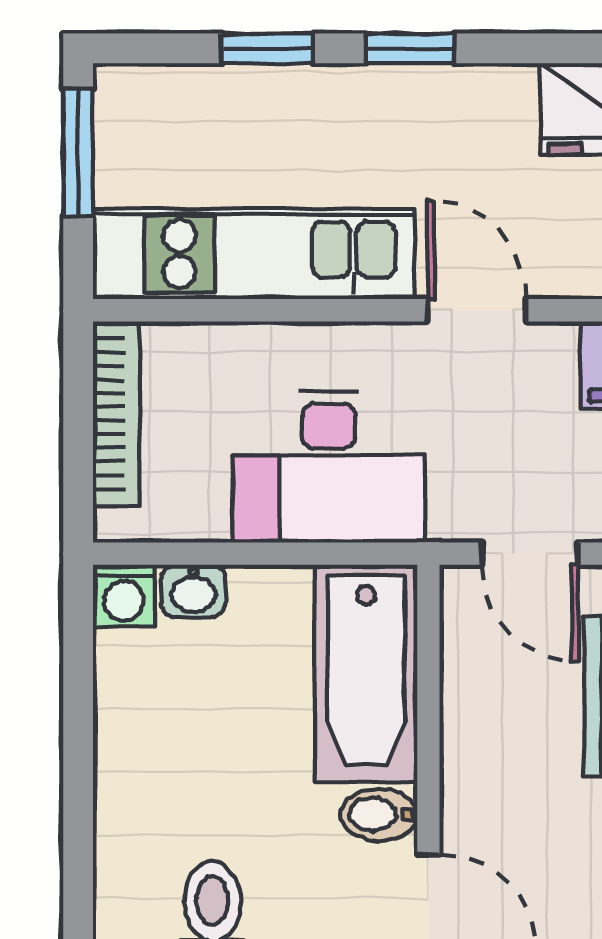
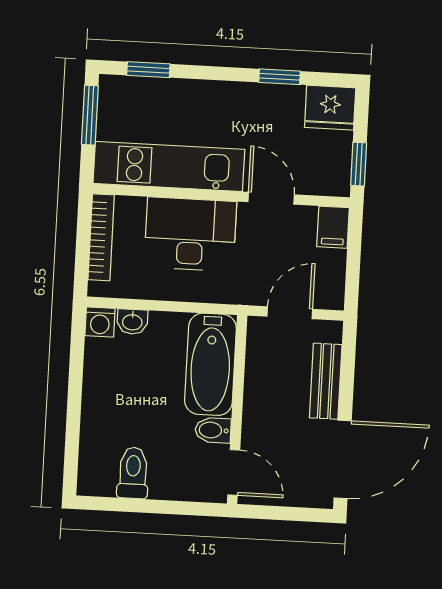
window: (267, 48) -> (148, 70), moved
window: (410, 48) -> (280, 77), moved
desk: (329, 467) -> (190, 234), moved, turned 180
door: (530, 554) -> (290, 313), swing flipped

